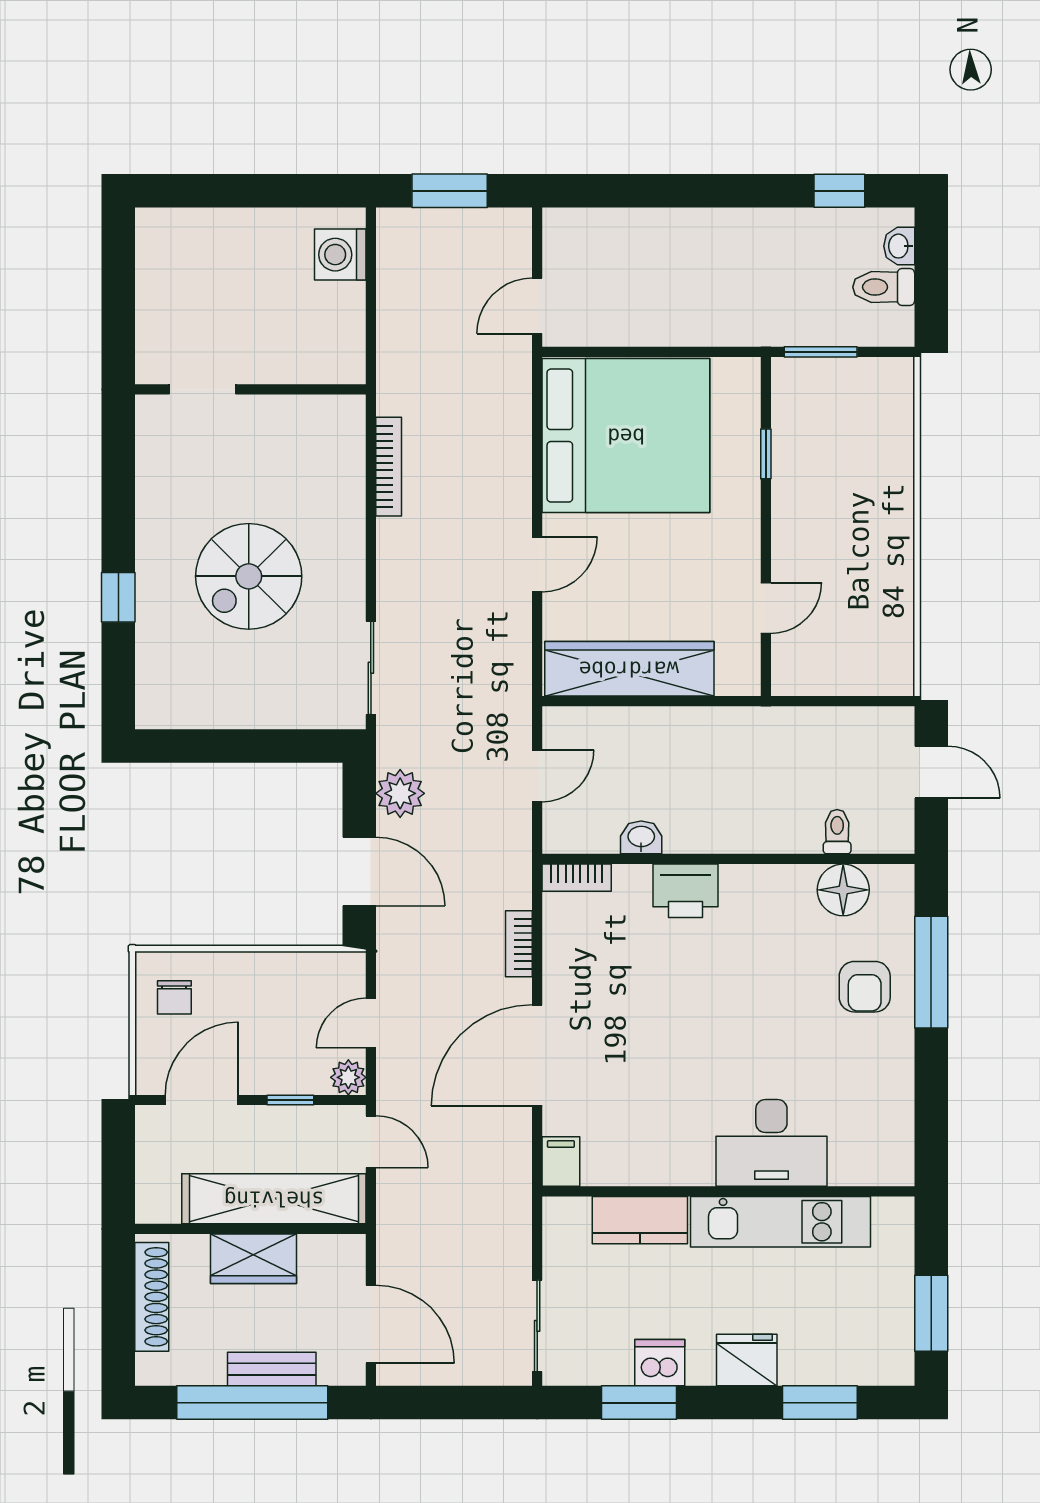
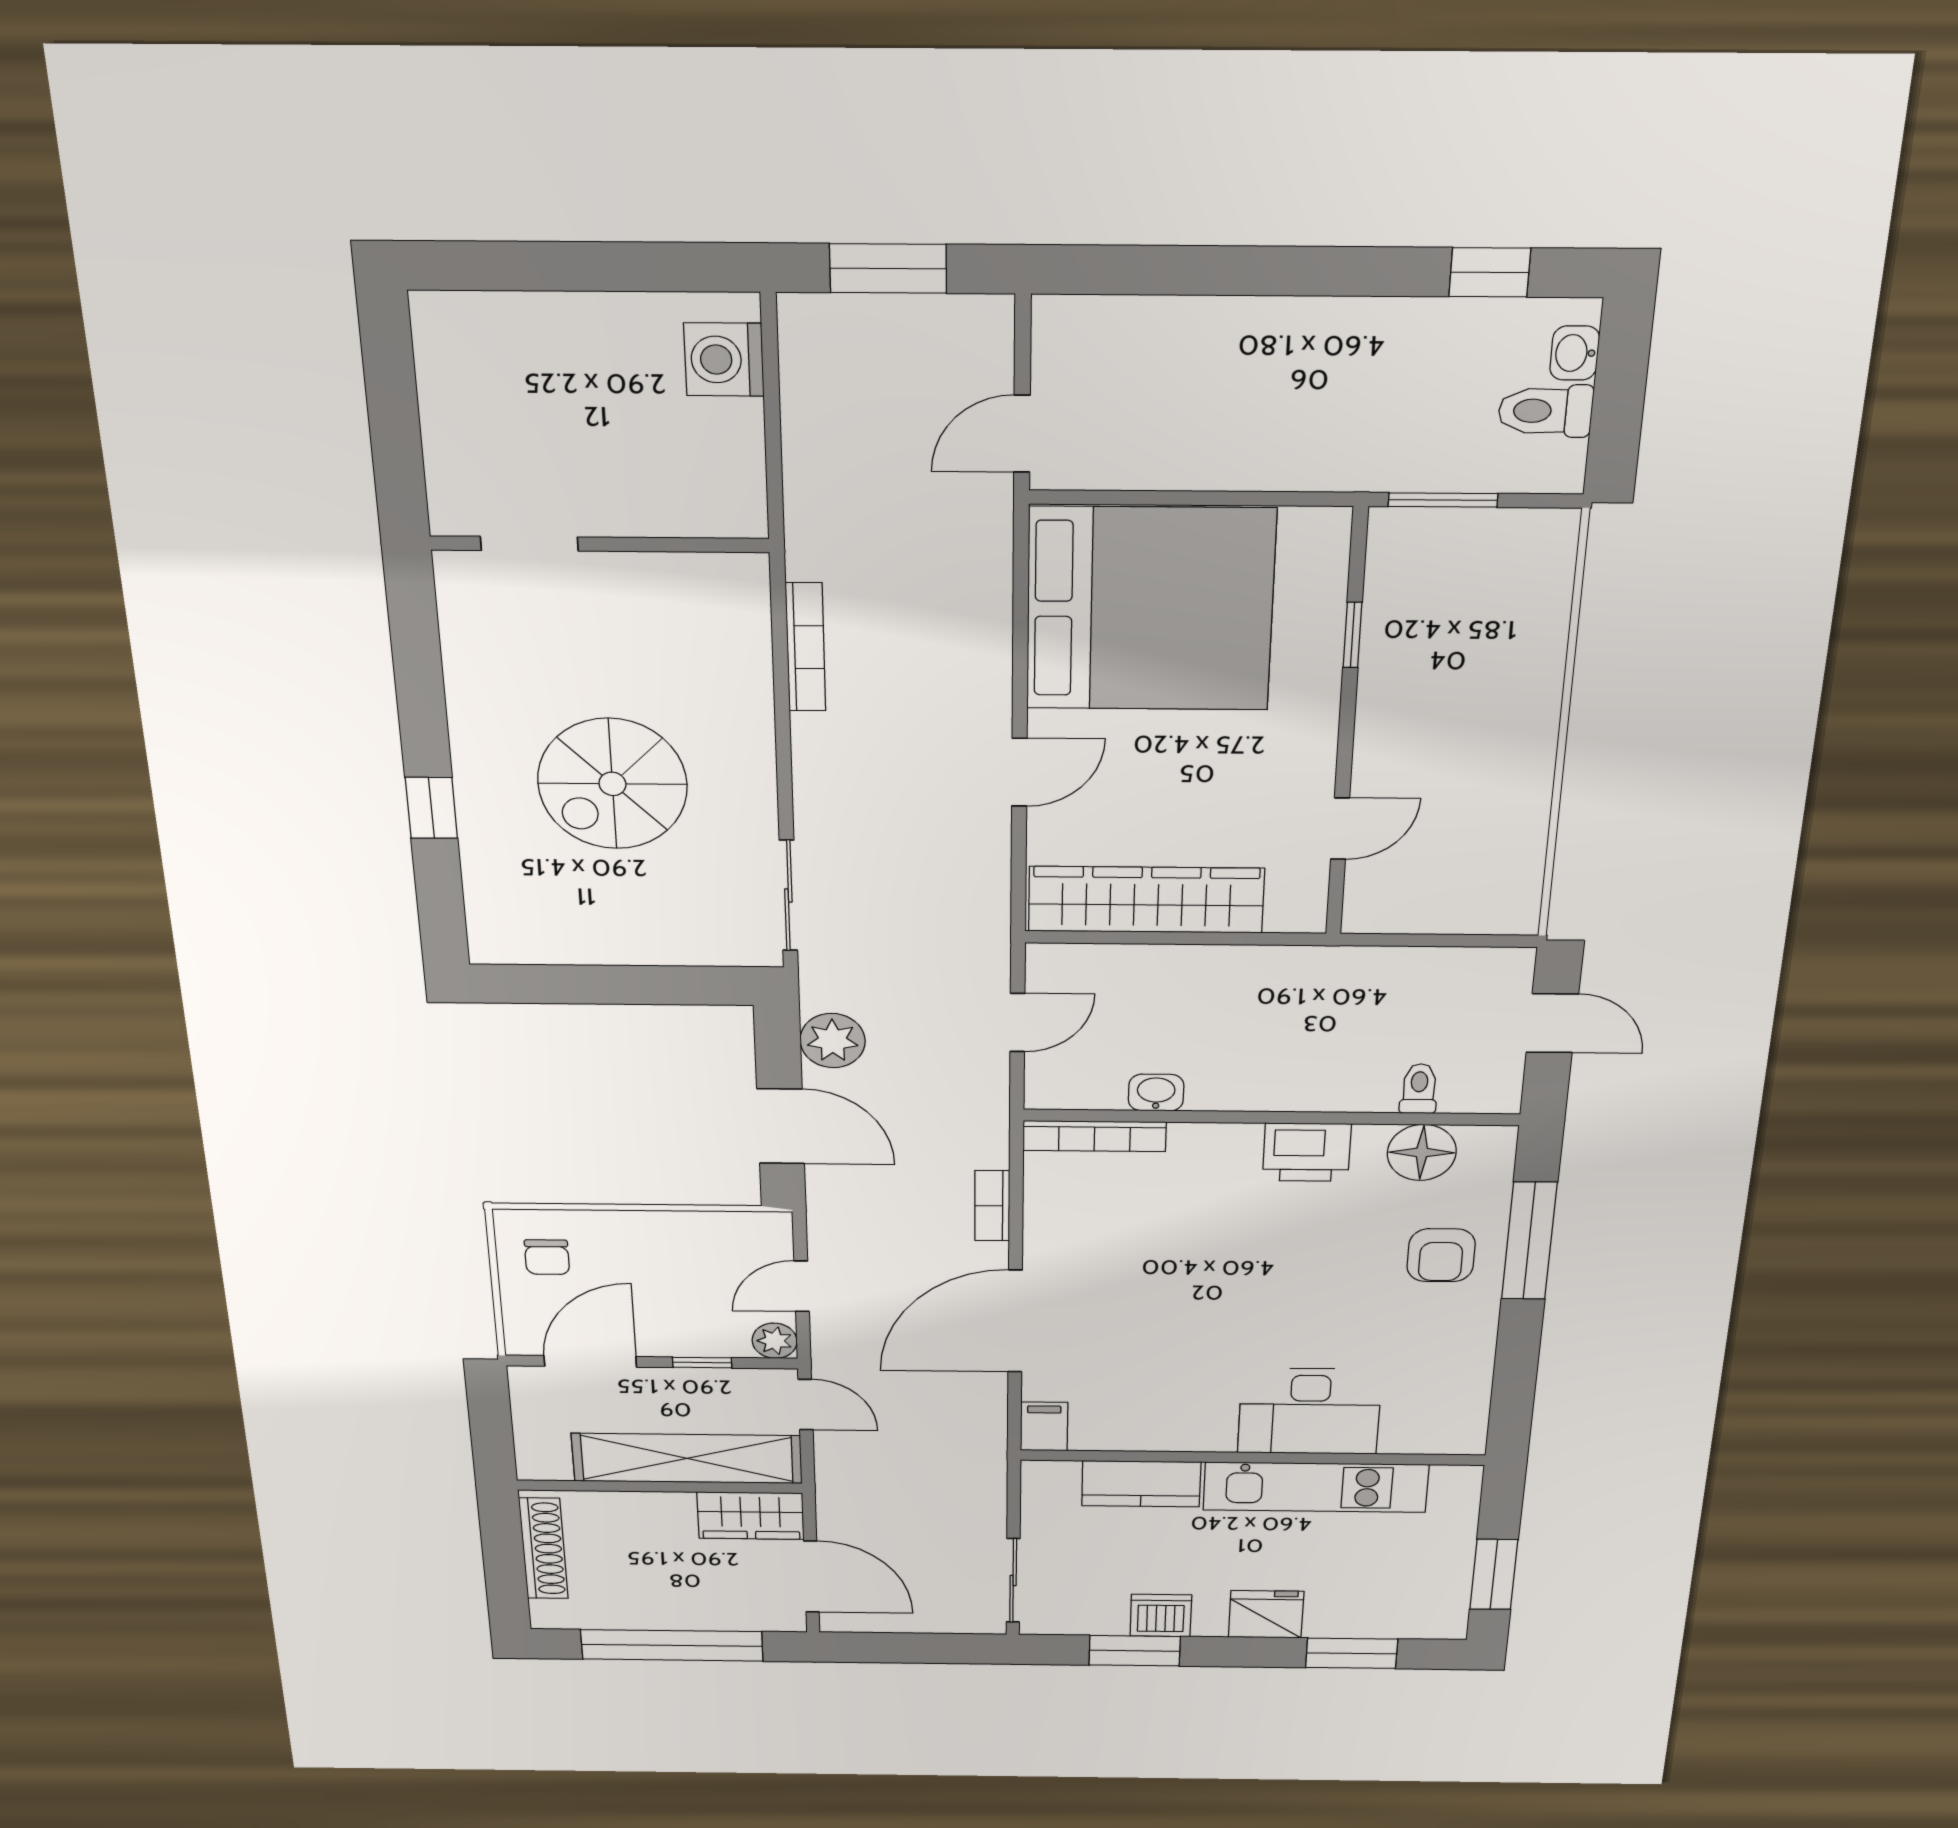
bookcase: (577, 878) -> (1094, 1136), width x1.56
printer: (685, 891) -> (1307, 1152), moved
wardrobe: (253, 1259) -> (751, 1516), moved
bench: (272, 1369) -> (693, 1616), removed

